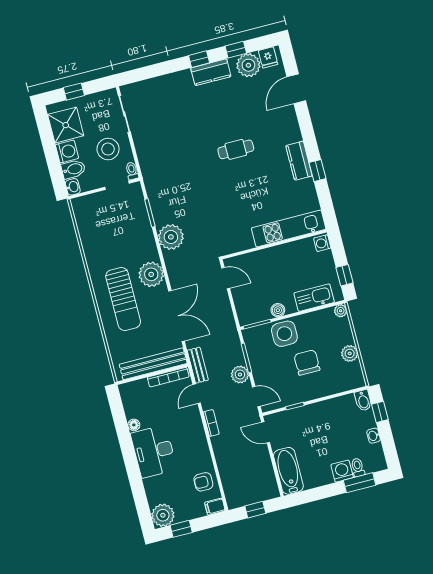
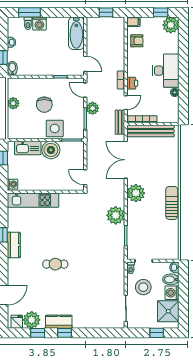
sun lounger: (123, 299) -> (172, 203), moved, width x0.73, depth x0.75
boiler: (278, 310) -> (51, 150), width x1.86, depth x1.86
plant: (341, 311) -> (12, 134), removed
printer: (195, 423) -> (132, 83), added

